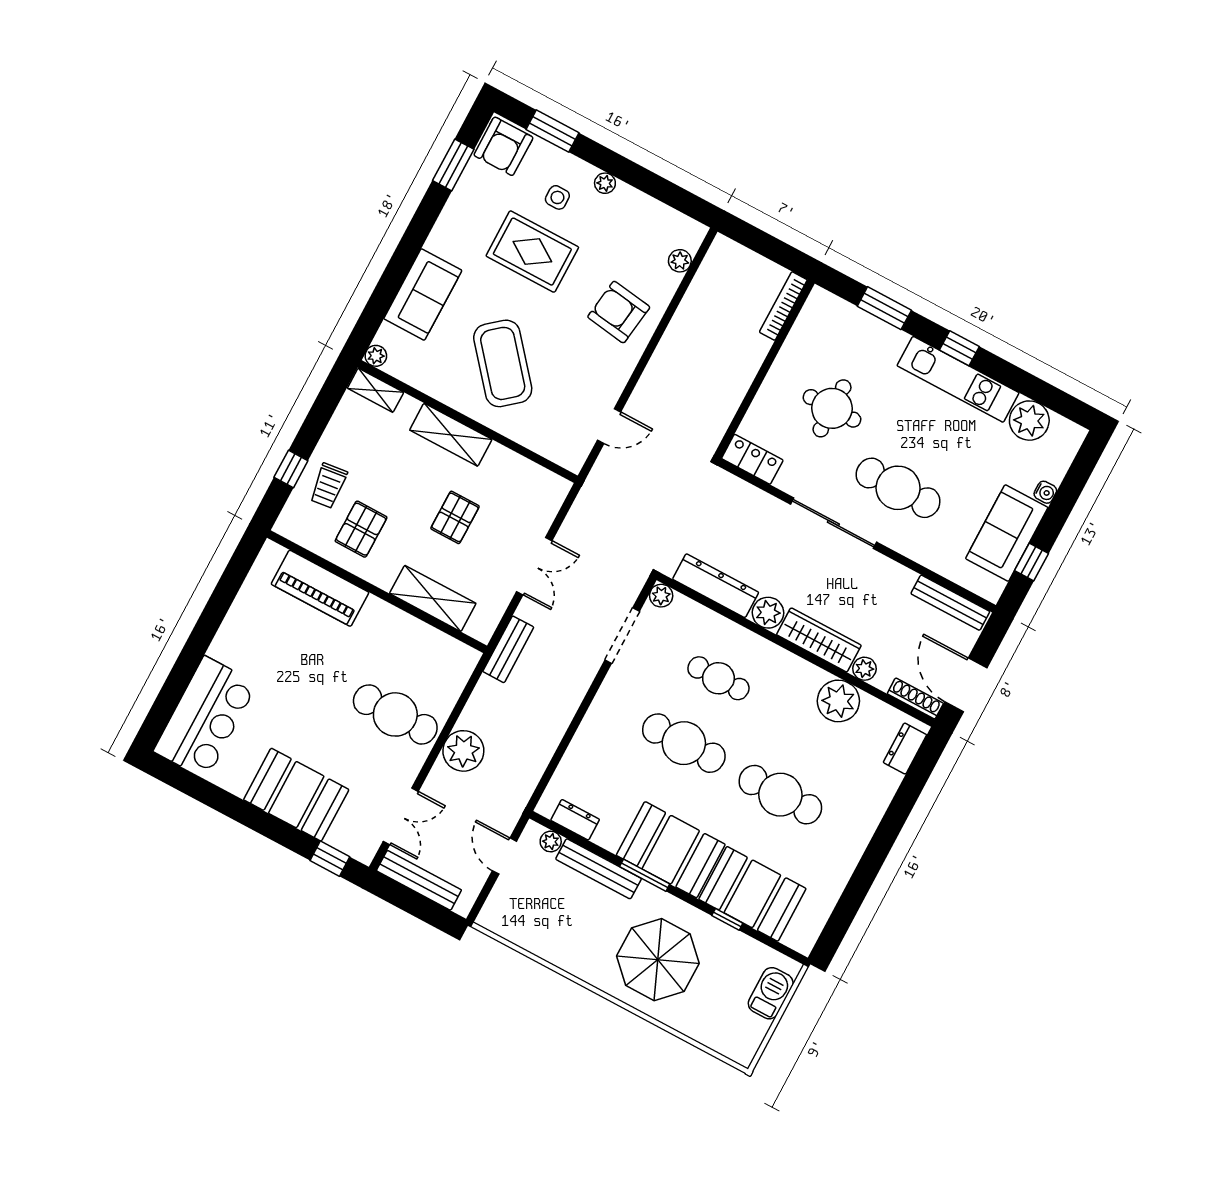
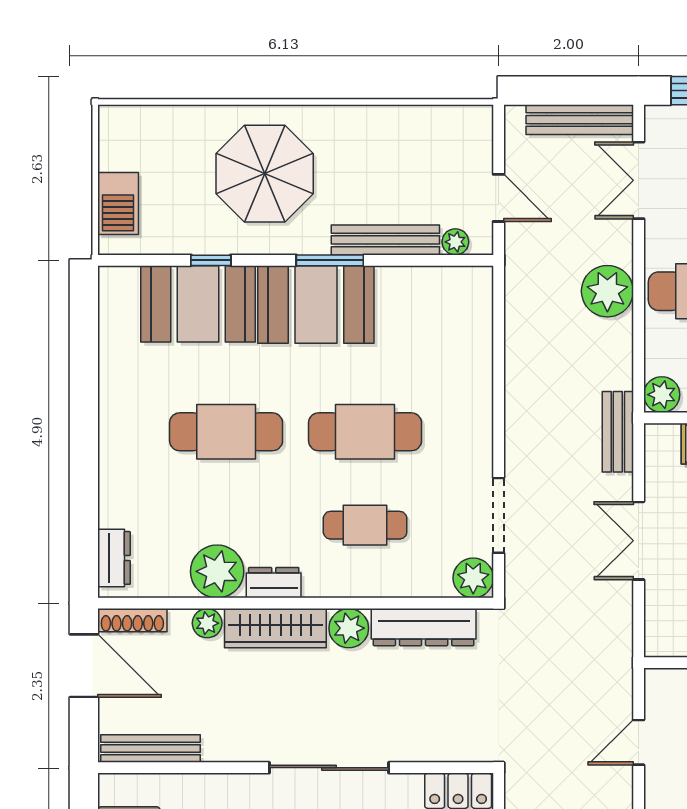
plant: (661, 596) -> (473, 578), width x1.38, depth x1.38
plant: (464, 659) -> (662, 395), added
dresser: (575, 820) -> (274, 583), moved, turned 180

